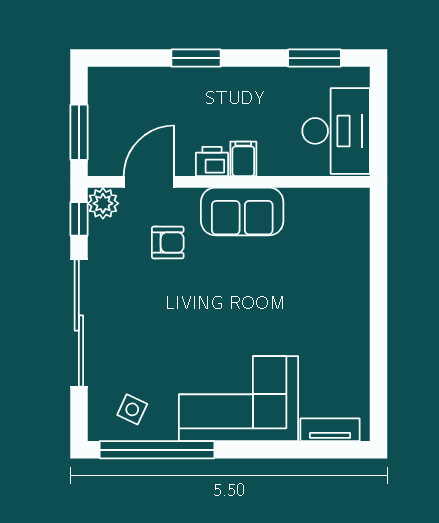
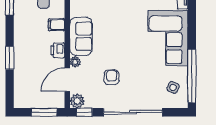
filing cabinet: (243, 159) -> (56, 25), moved
door: (149, 182) -> (67, 80), hinge flipped
plant: (187, 199) -> (75, 62), added
armchair: (168, 243) -> (112, 77), moved

